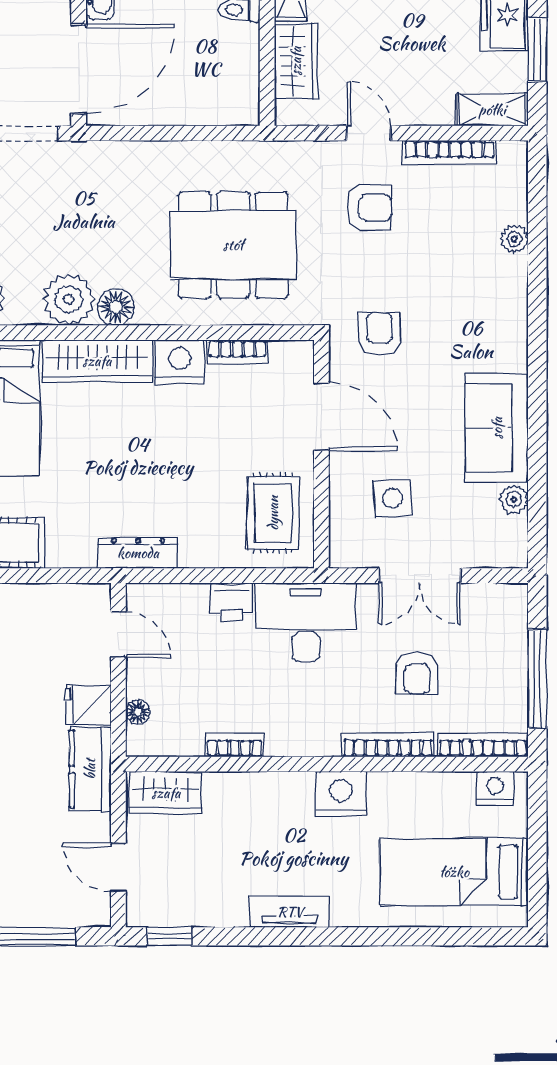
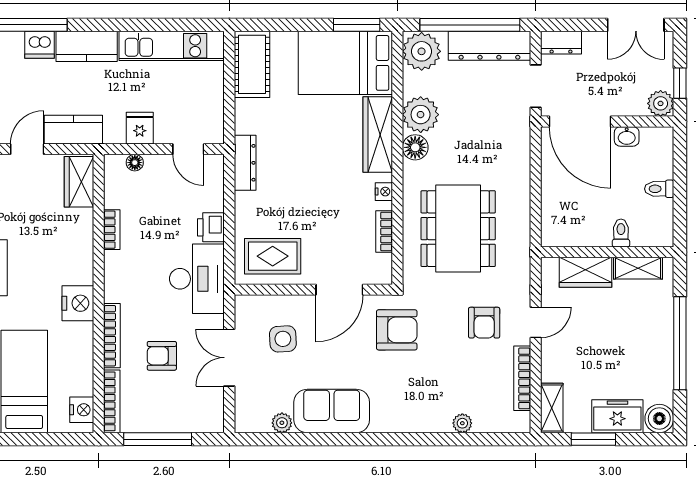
armchair: (379, 334) -> (397, 330), width x1.38, depth x1.38
nightstand: (180, 362) -> (384, 192), width x0.53, depth x0.56
door: (118, 635) -> (188, 149), hinge flipped
kitchen counter: (90, 769) -> (73, 130), moved

